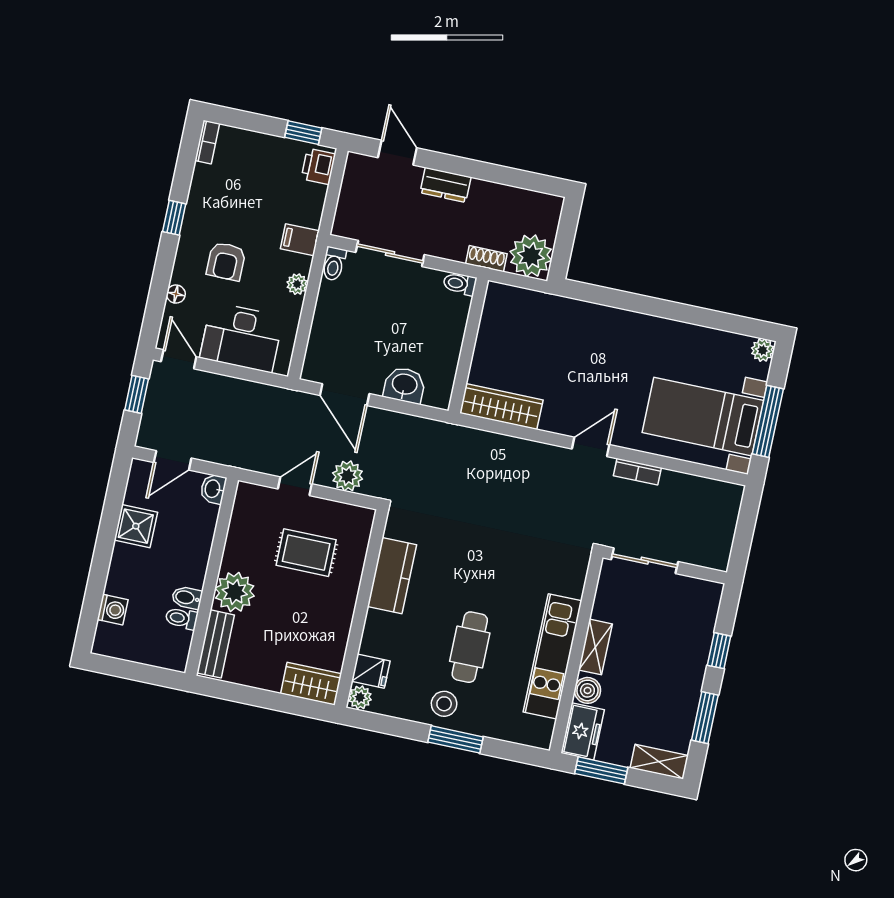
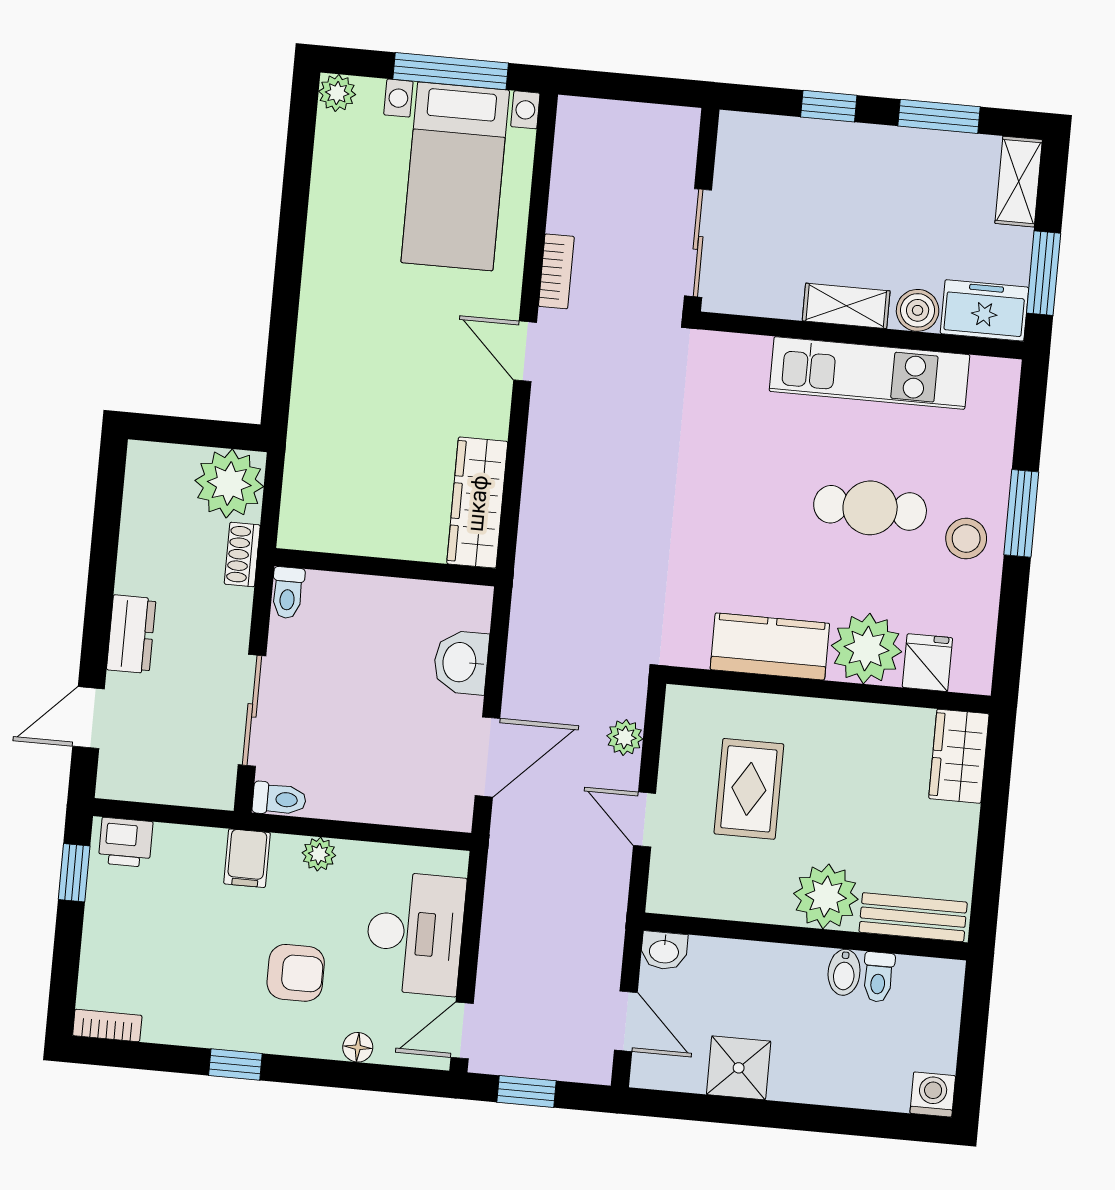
plant: (348, 476) -> (625, 737), width x0.73, depth x0.73
washing machine: (113, 610) -> (933, 1094), moved
plant: (360, 697) -> (867, 649), moved, width x1.88, depth x1.88

